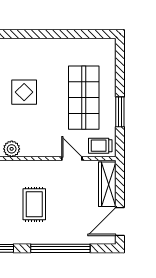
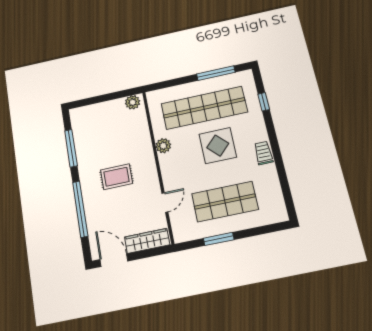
display table: (24, 92) -> (218, 146), width x1.36, depth x1.36
trolley: (100, 146) -> (263, 153), moved

